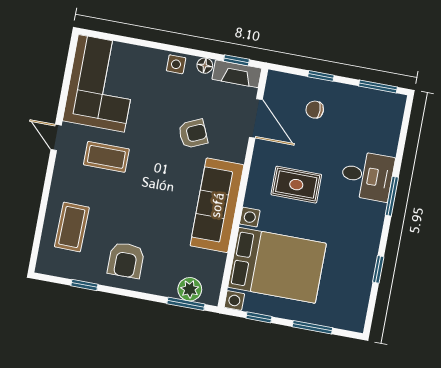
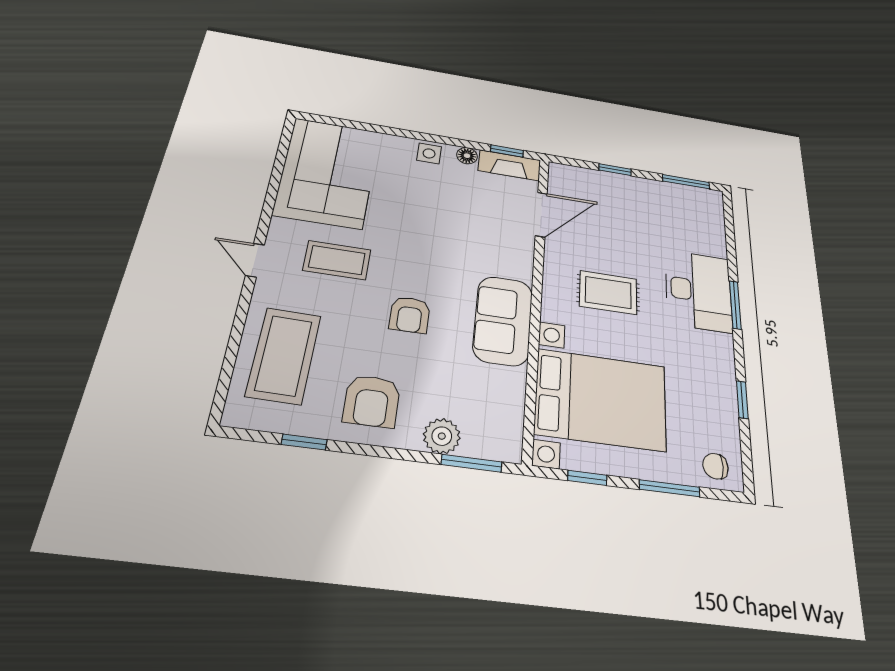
chair: (315, 110) -> (715, 466), moved
door: (256, 118) -> (541, 215), hinge flipped
armchair: (193, 134) -> (410, 315), moved, turned 114
door: (56, 137) -> (255, 260), moved
desk: (367, 176) -> (698, 291), width x1.37
sofa: (217, 205) -> (503, 321), width x0.73
coffee table: (72, 227) -> (284, 355), width x1.36, depth x1.32
plant: (190, 289) -> (442, 436), moved

